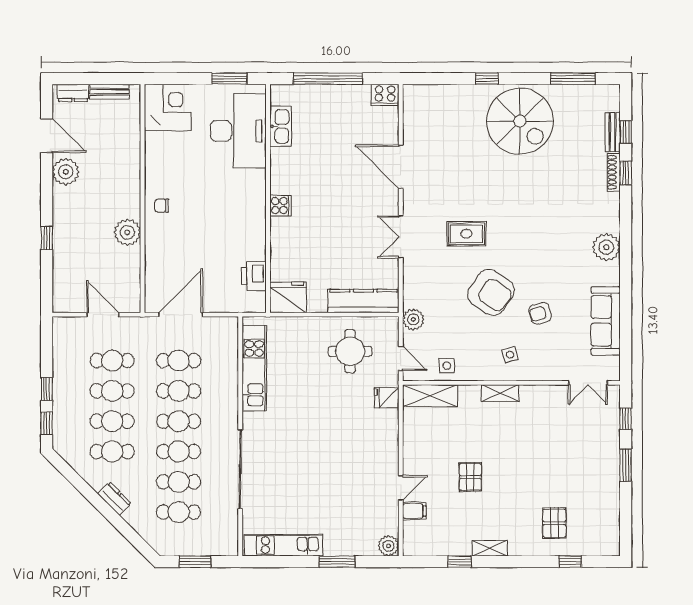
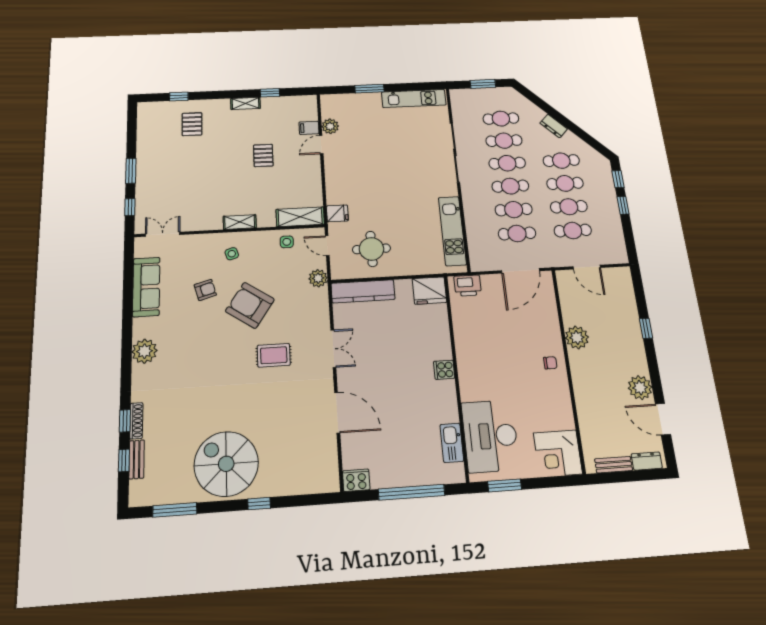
printer: (254, 276) -> (468, 285), moved, turned 90
plant: (389, 546) -> (330, 126), moved

